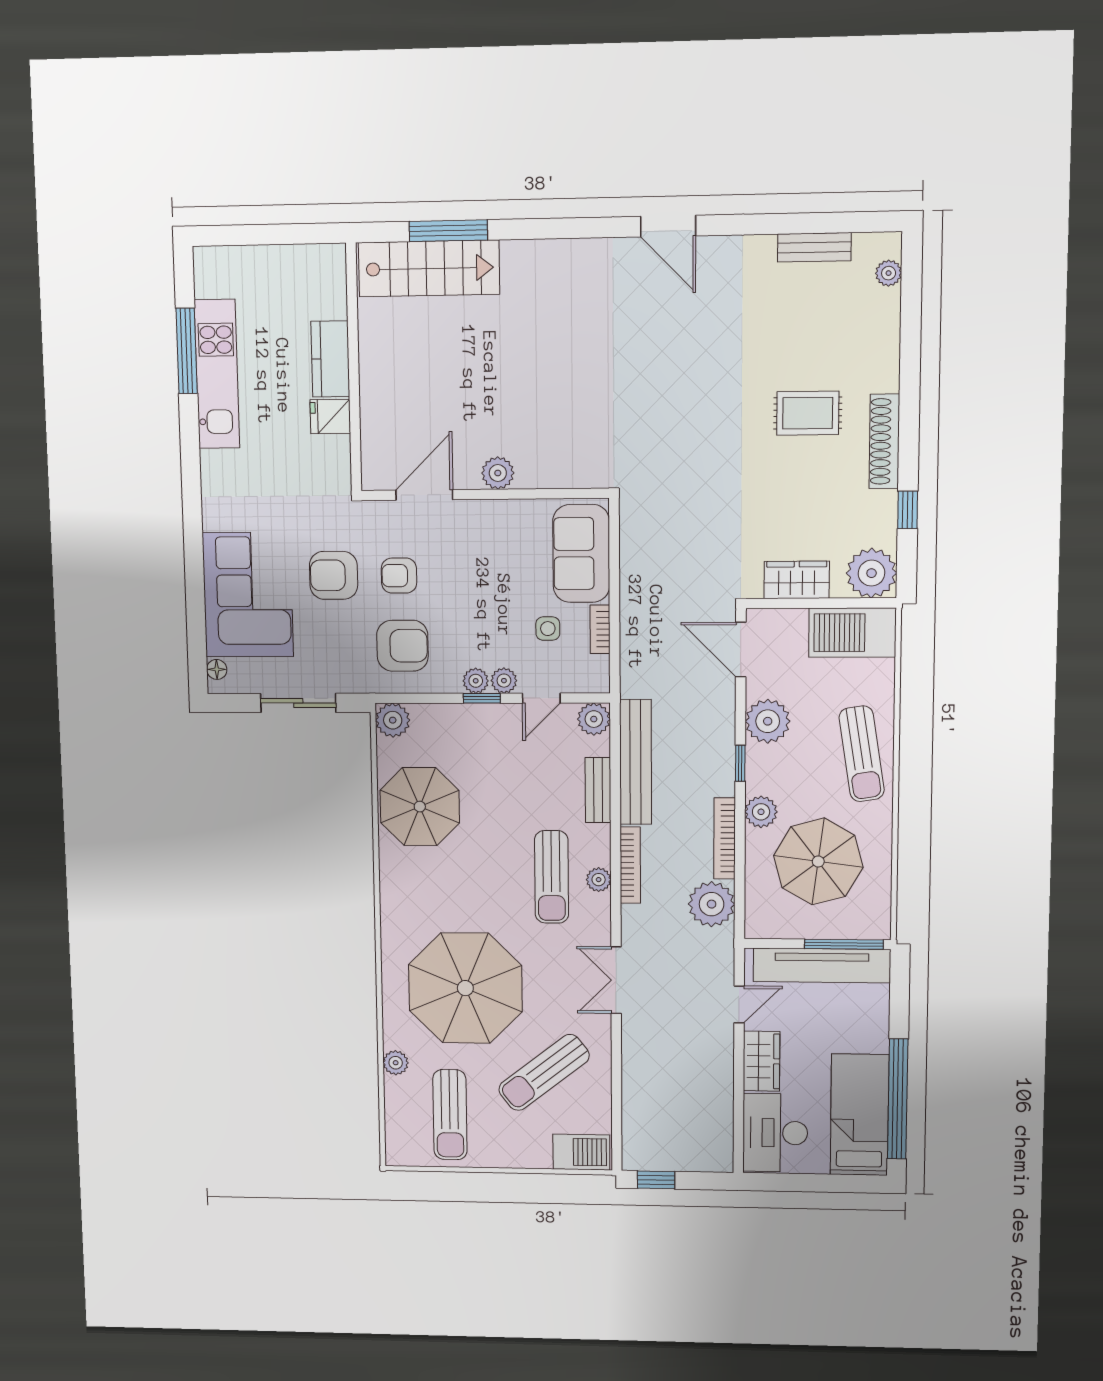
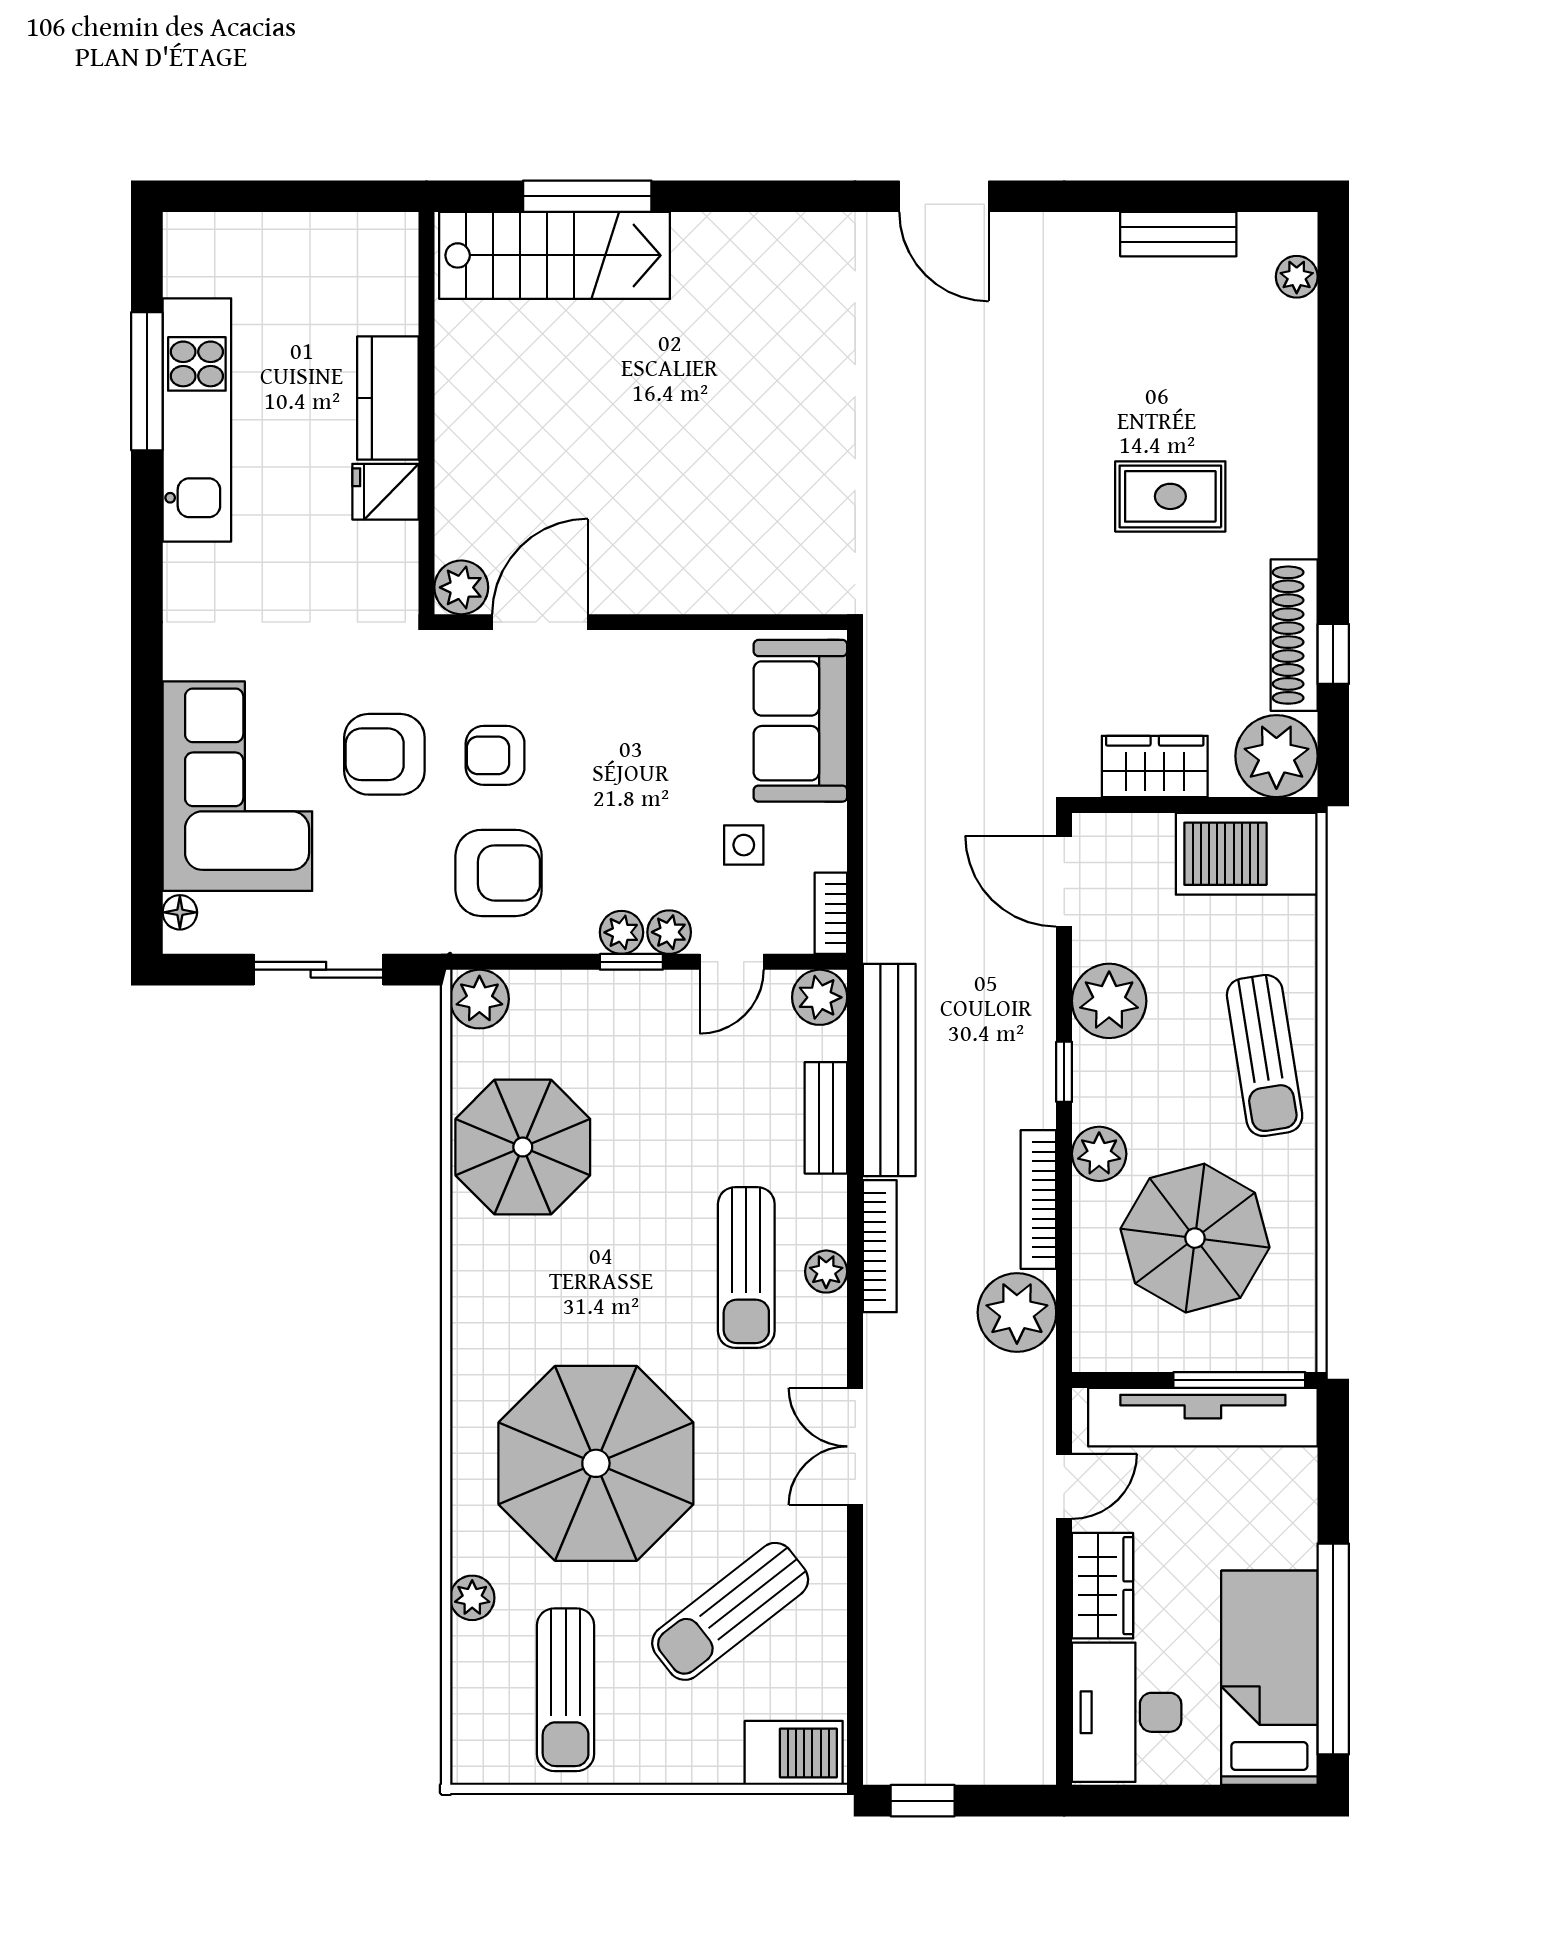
shoe rack: (884, 441) -> (1294, 635), moved
plant: (498, 473) -> (461, 587), moved
bookcase: (600, 629) -> (831, 913), moved

